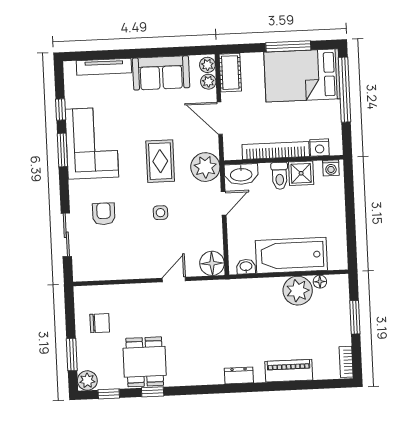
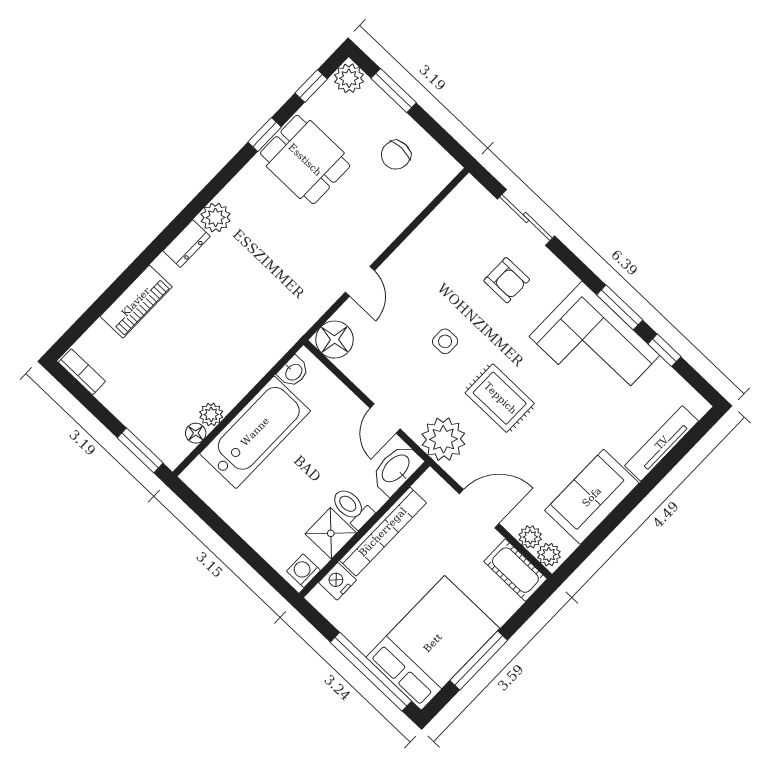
plant: (298, 291) -> (211, 414), width x0.53, depth x0.53
window: (355, 317) -> (140, 450), moved
plant: (213, 375) -> (216, 217), added

